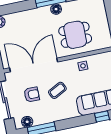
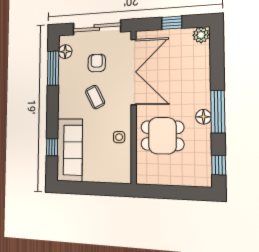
dining table: (75, 35) -> (162, 136), turned 90
armchair: (32, 95) -> (97, 63), turned 180

